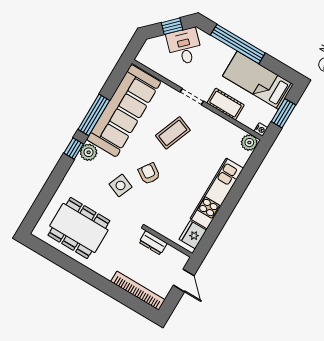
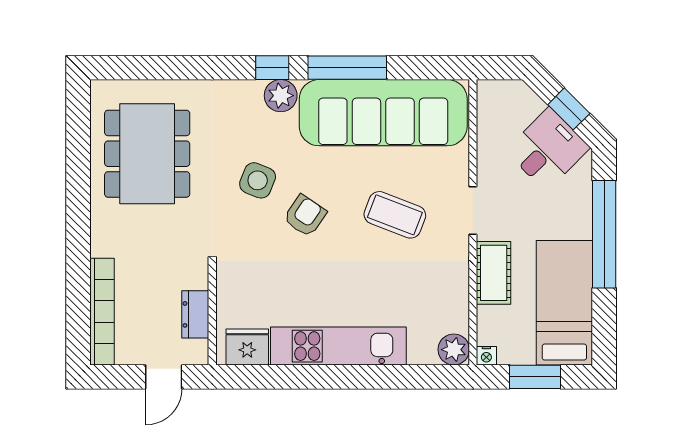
dresser: (153, 243) -> (195, 314), moved

